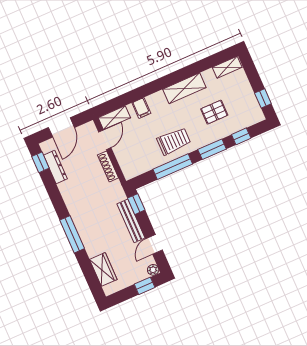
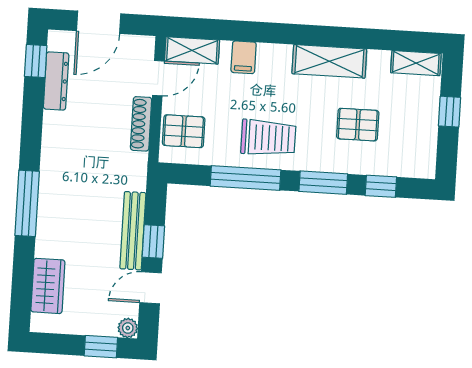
window: (263, 98) -> (450, 112), moved
pallet: (131, 159) -> (184, 131), added
window: (136, 204) -> (153, 241), moved

